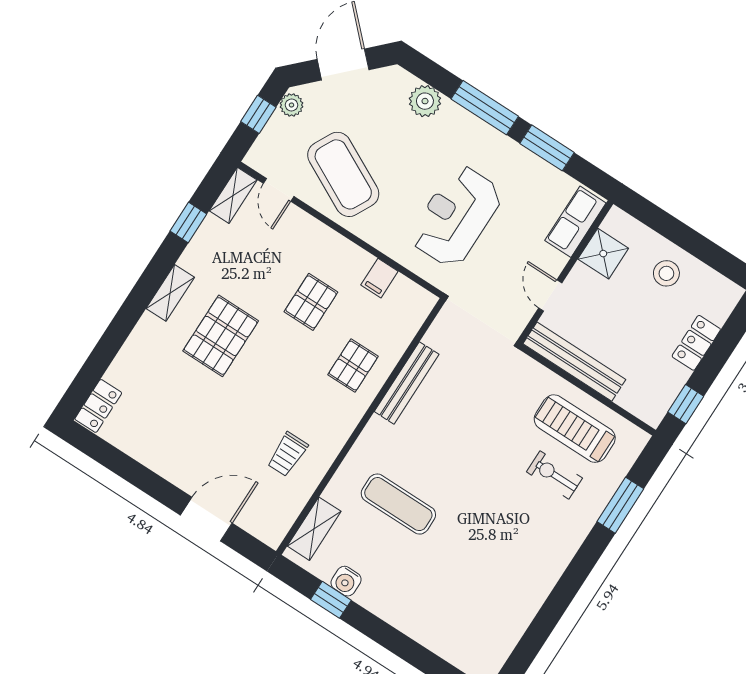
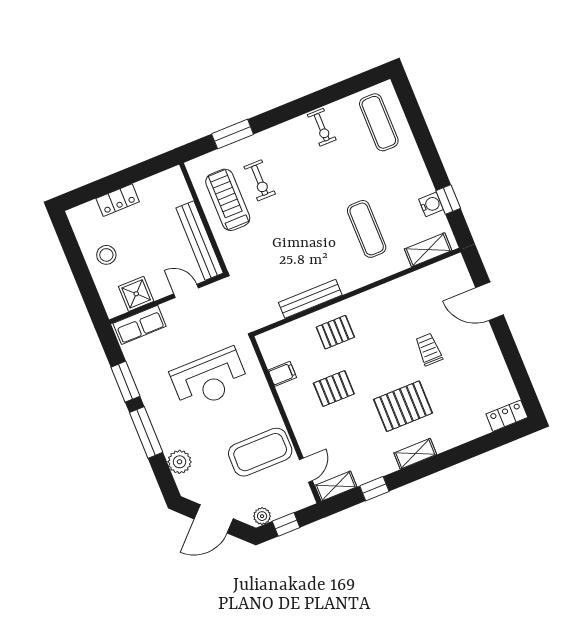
coffee table: (343, 174) -> (260, 452), turned 63
door: (550, 295) -> (186, 291), swing flipped
window: (686, 404) -> (150, 168), removed
treadmill: (575, 429) -> (228, 200), turned 180
trolley: (287, 454) -> (429, 349), moved, turned -90
exercise bike: (527, 582) -> (322, 127), added
exercise mat: (468, 632) -> (379, 122), added

